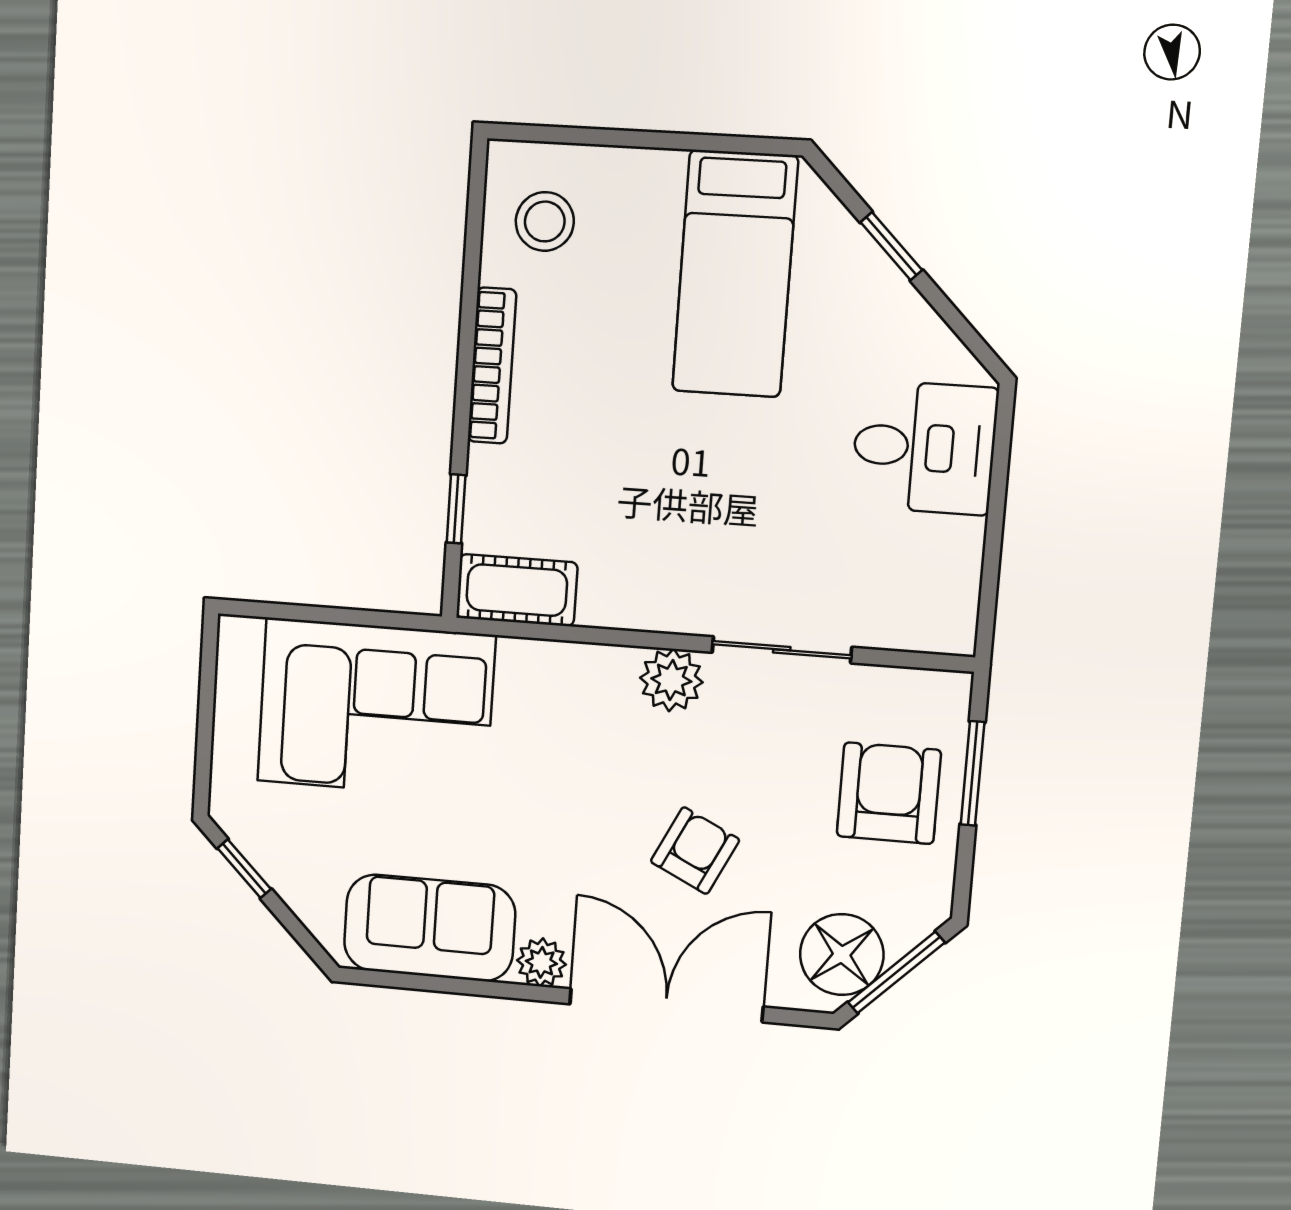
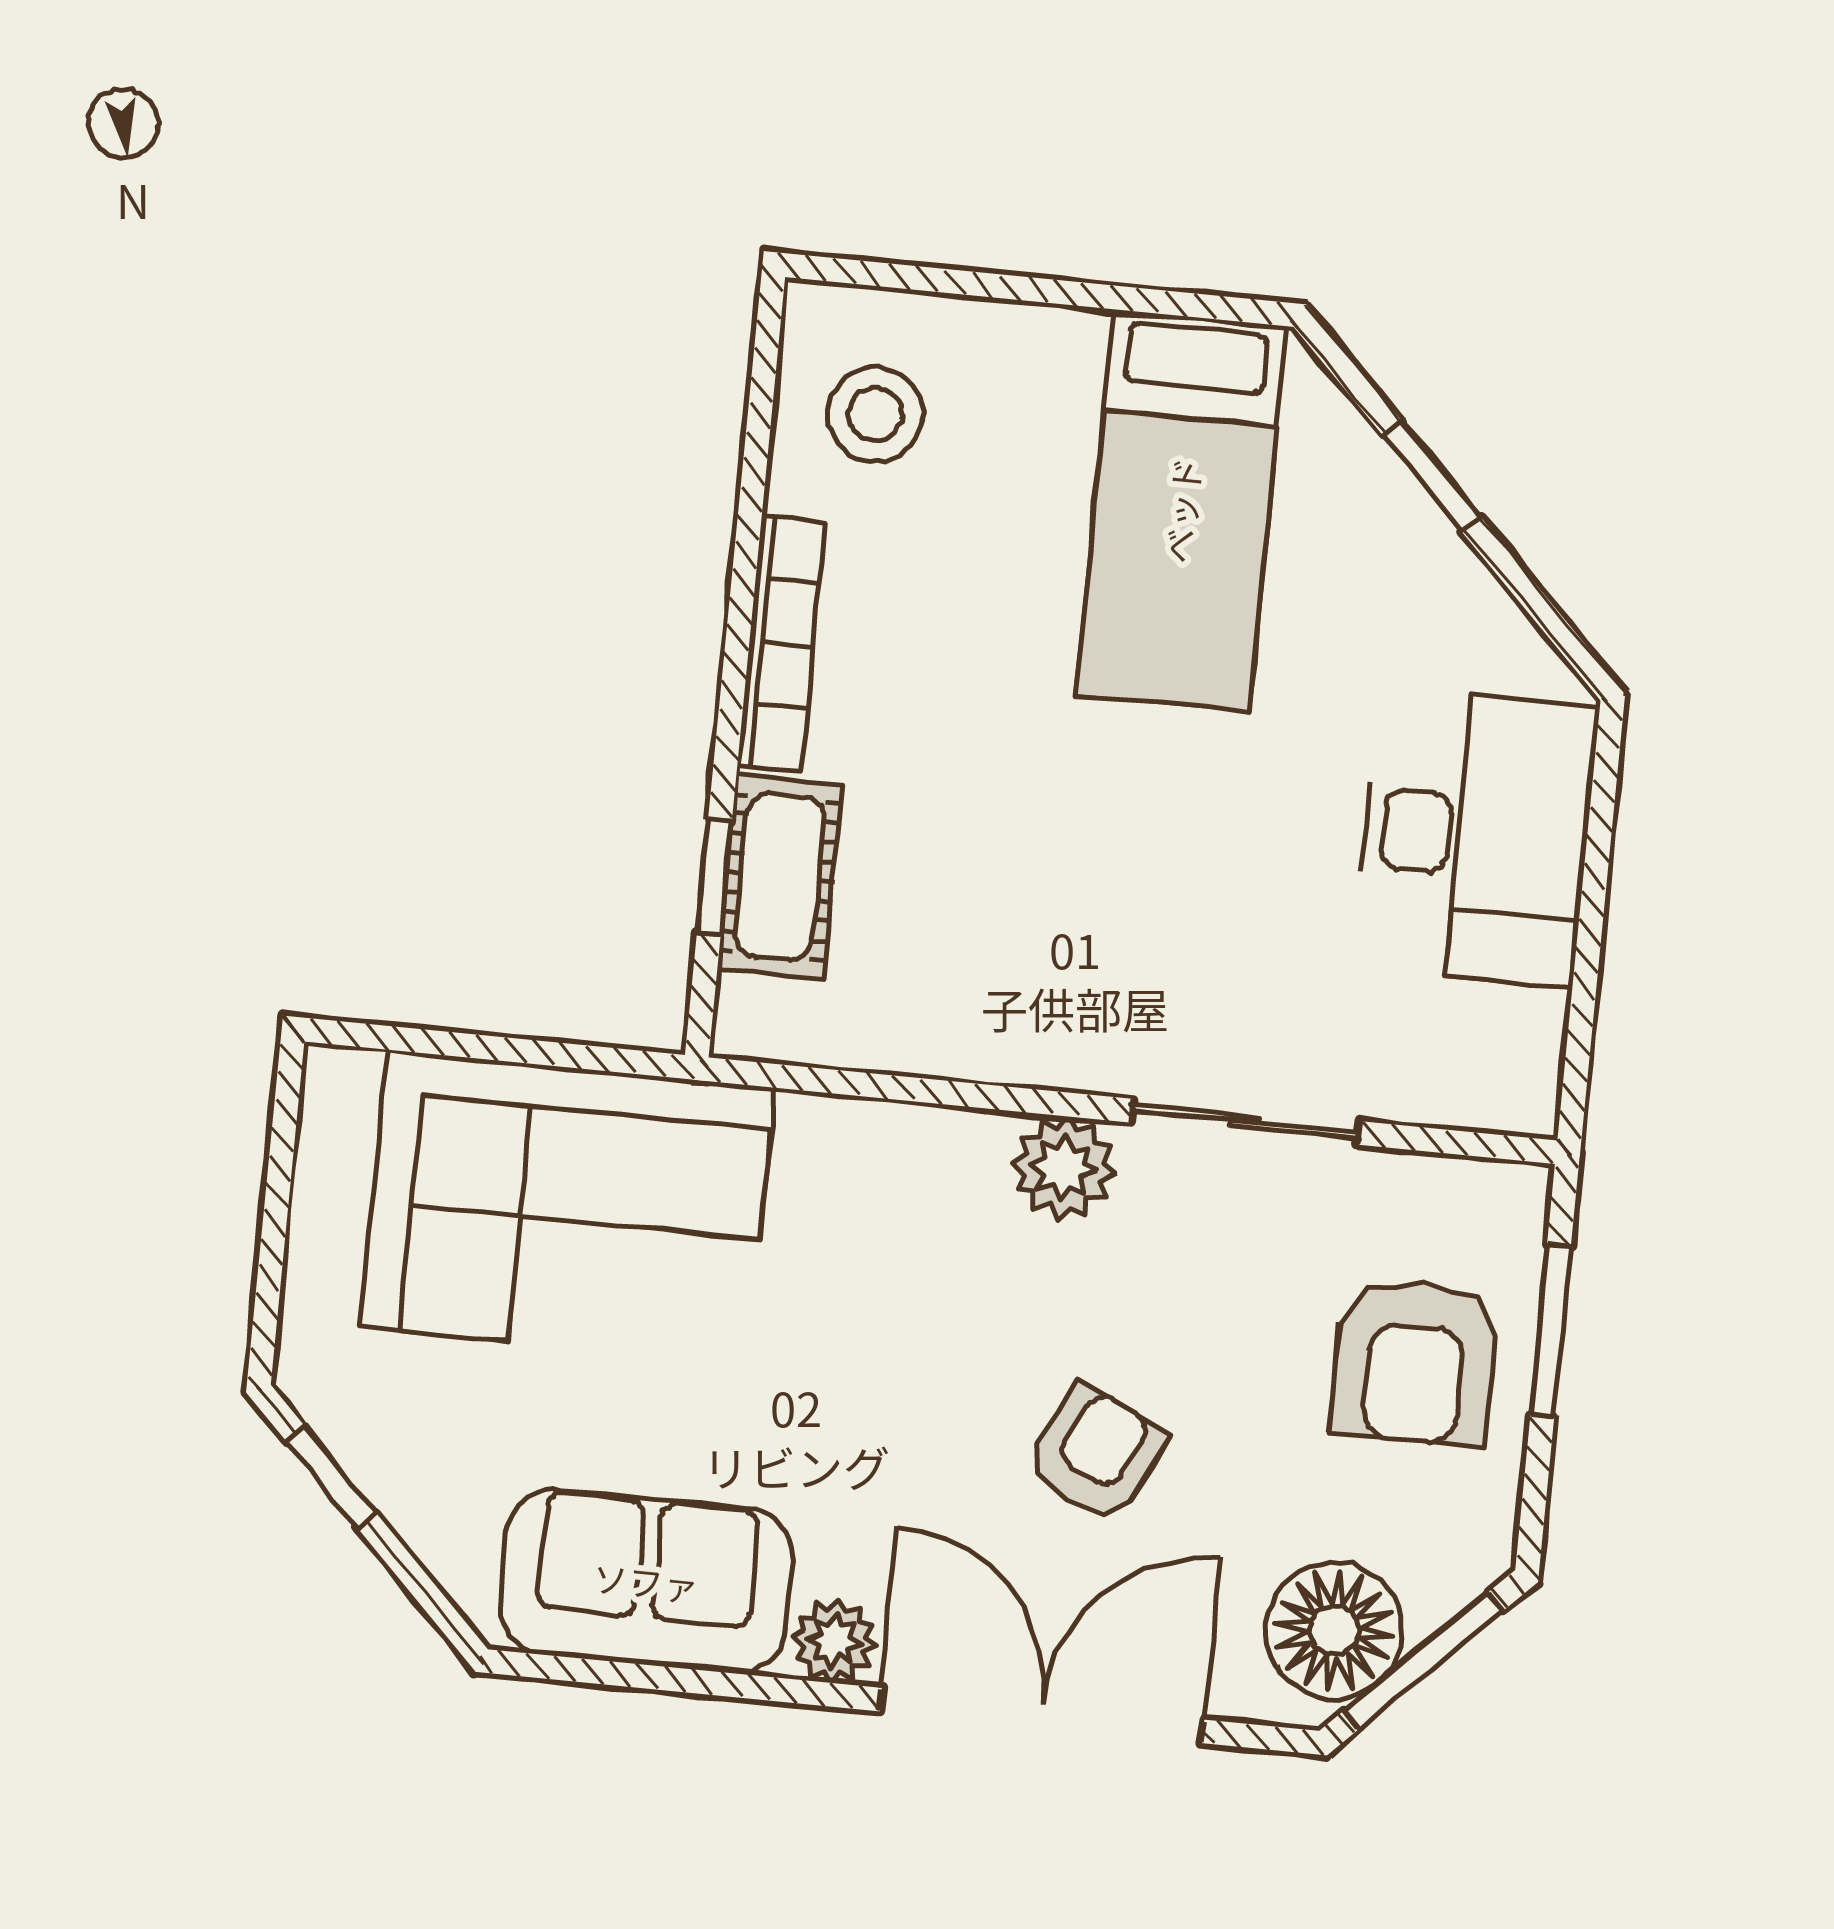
desk: (924, 448) -> (1476, 837), width x1.37
cot: (517, 590) -> (780, 877), moved, turned 90
armchair: (889, 793) -> (1415, 1362), turned 180

